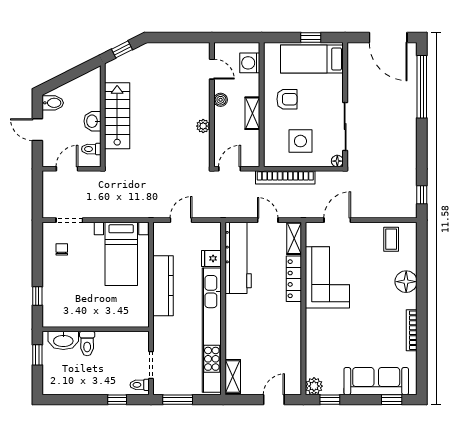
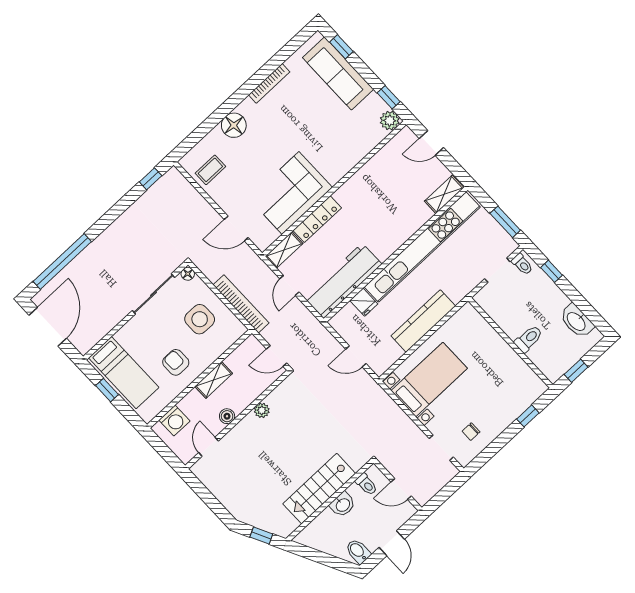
washbasin: (63, 340) -> (577, 321), moved, turned 180

